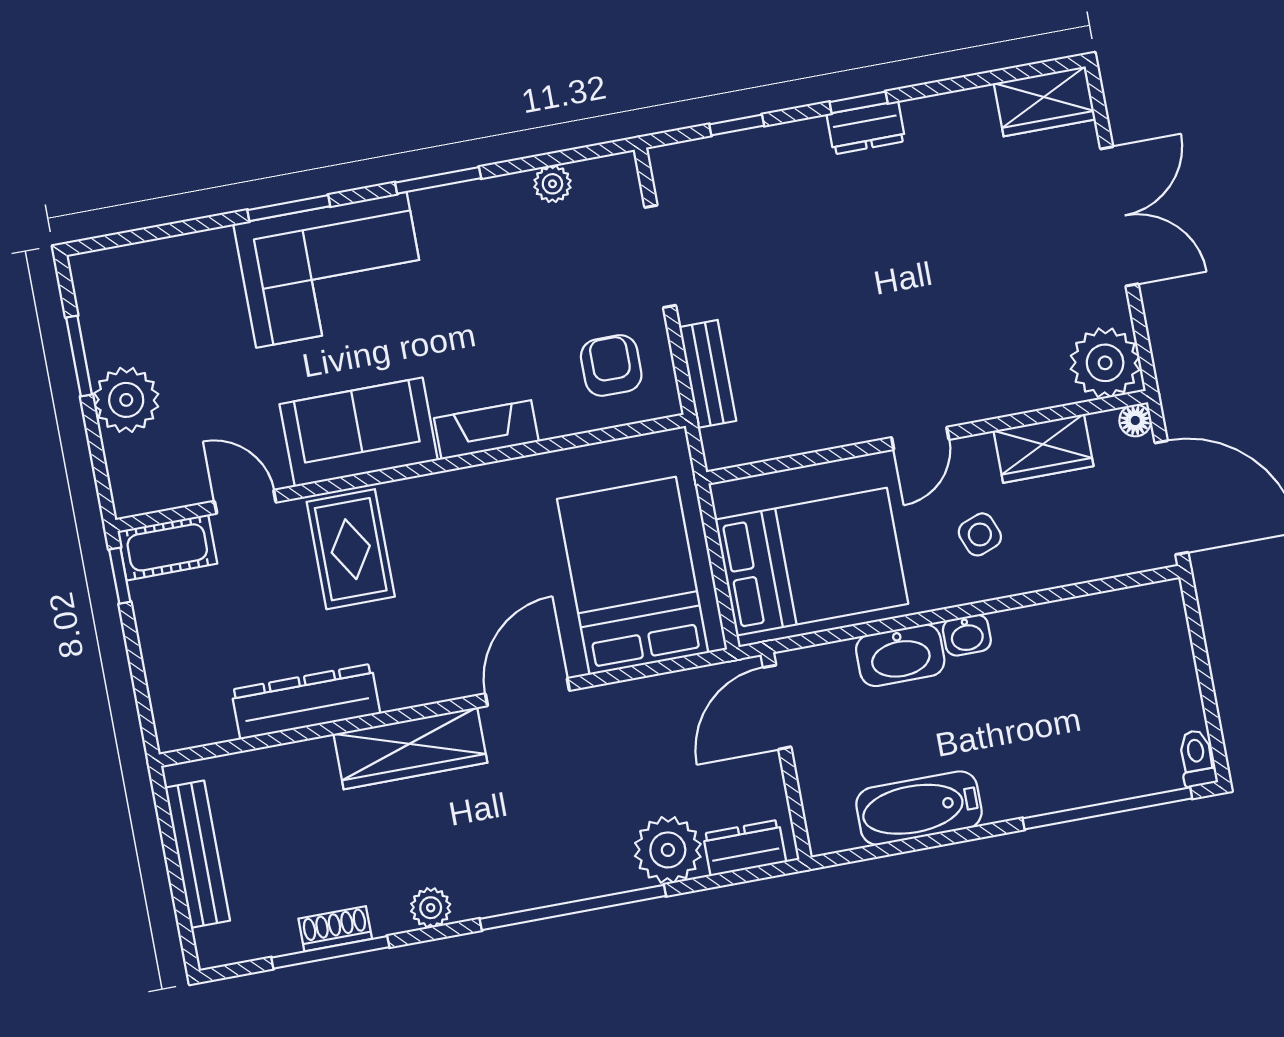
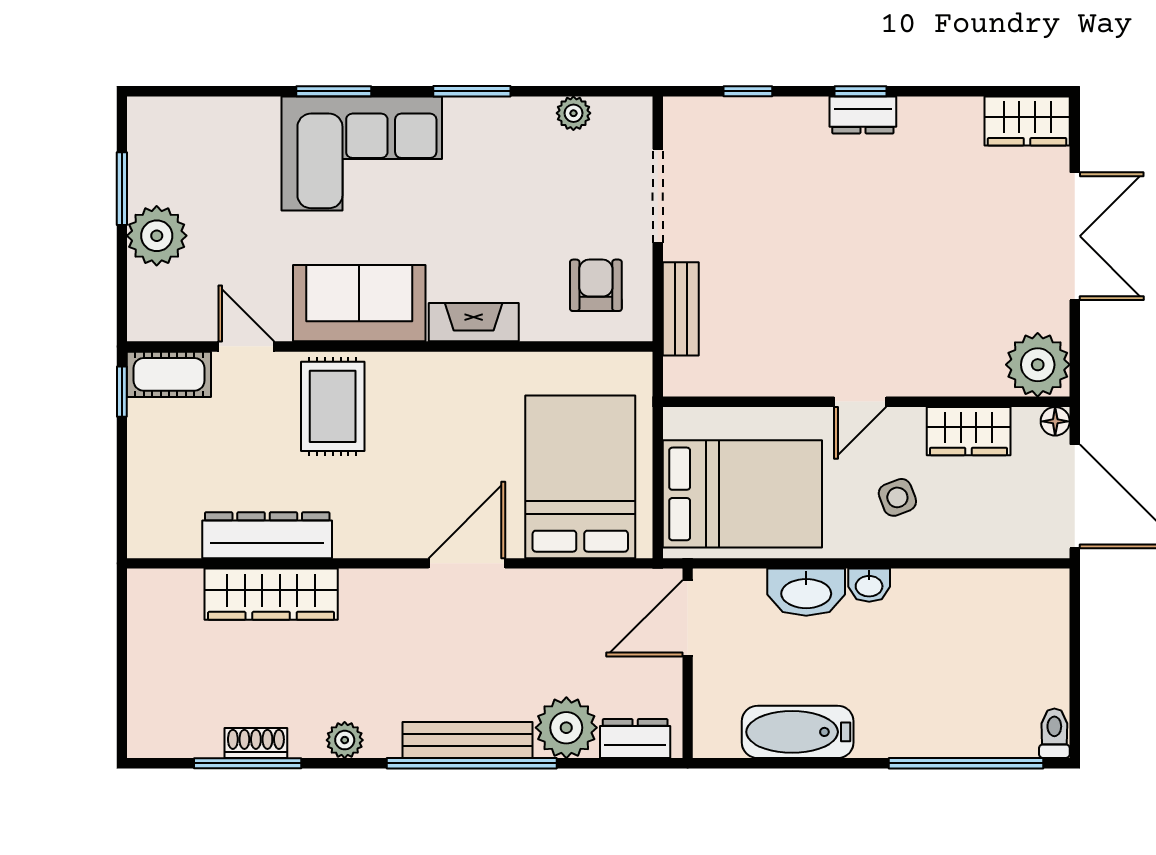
wardrobe: (410, 748) -> (271, 594), moved
bench: (197, 854) -> (467, 740), moved, turned 90

